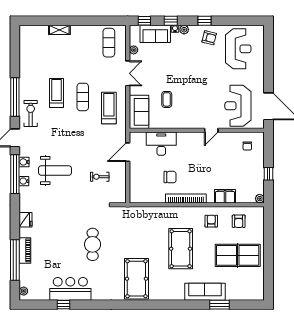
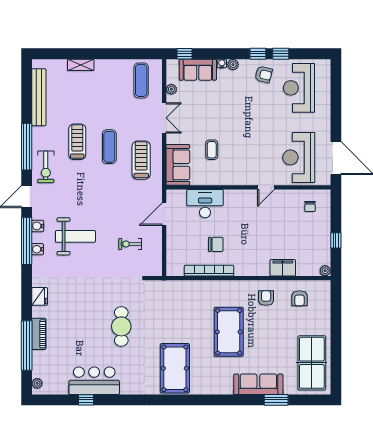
window: (171, 21) -> (281, 54), moved
reception desk: (238, 49) -> (299, 88), turned 180
bench: (25, 56) -> (39, 97), added
exercise bike: (31, 114) -> (46, 167), turned 180
bookcase: (186, 199) -> (209, 271), moved
table tennis table: (238, 255) -> (312, 363), moved, turned 90

